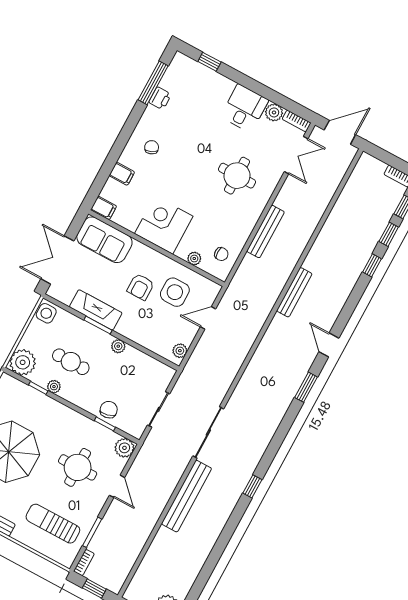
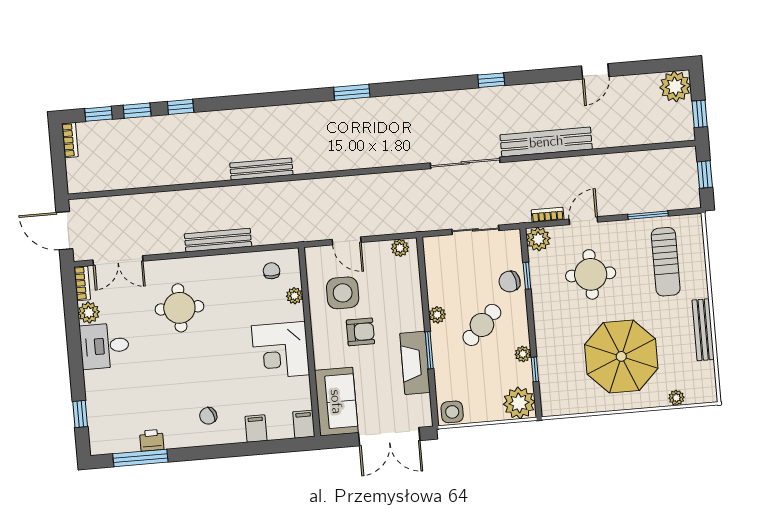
double door: (296, 155) -> (118, 261), swing flipped
door: (329, 345) -> (595, 71), moved
cafe table: (71, 362) -> (482, 325), moved, turned 45
bookcase: (84, 563) -> (548, 215), moved

